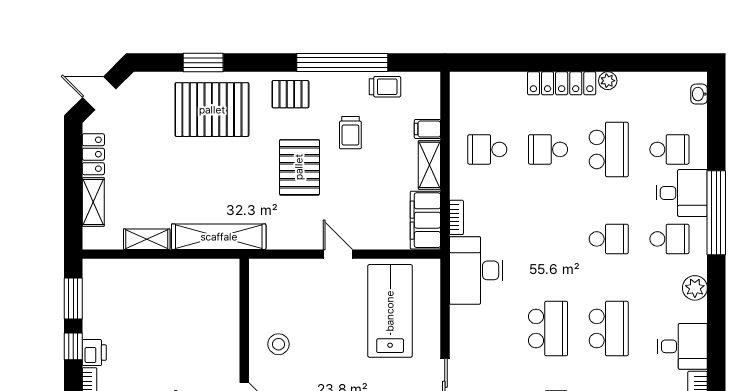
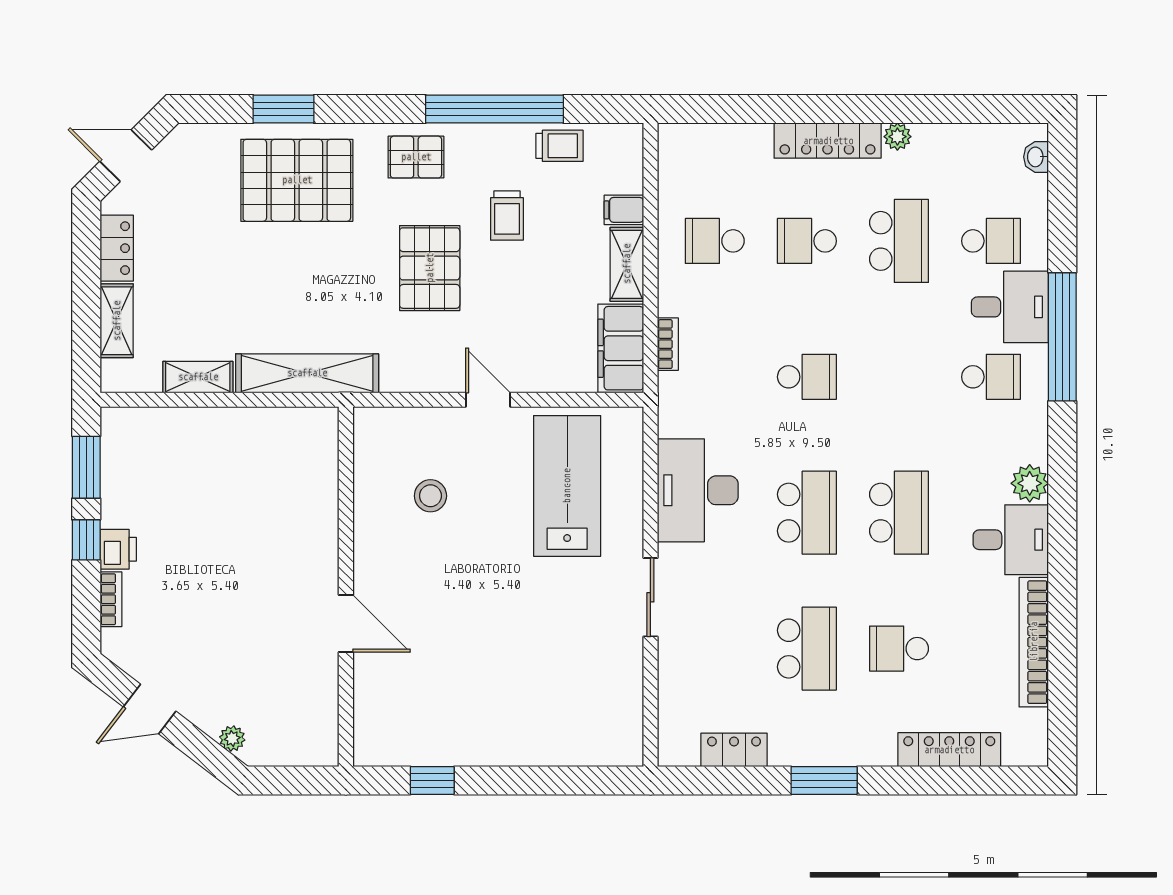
school desk: (609, 239) -> (807, 377), moved
desk: (476, 270) -> (698, 490), moved
plant: (695, 288) -> (1030, 483), moved
stool: (279, 344) -> (430, 496), moved

